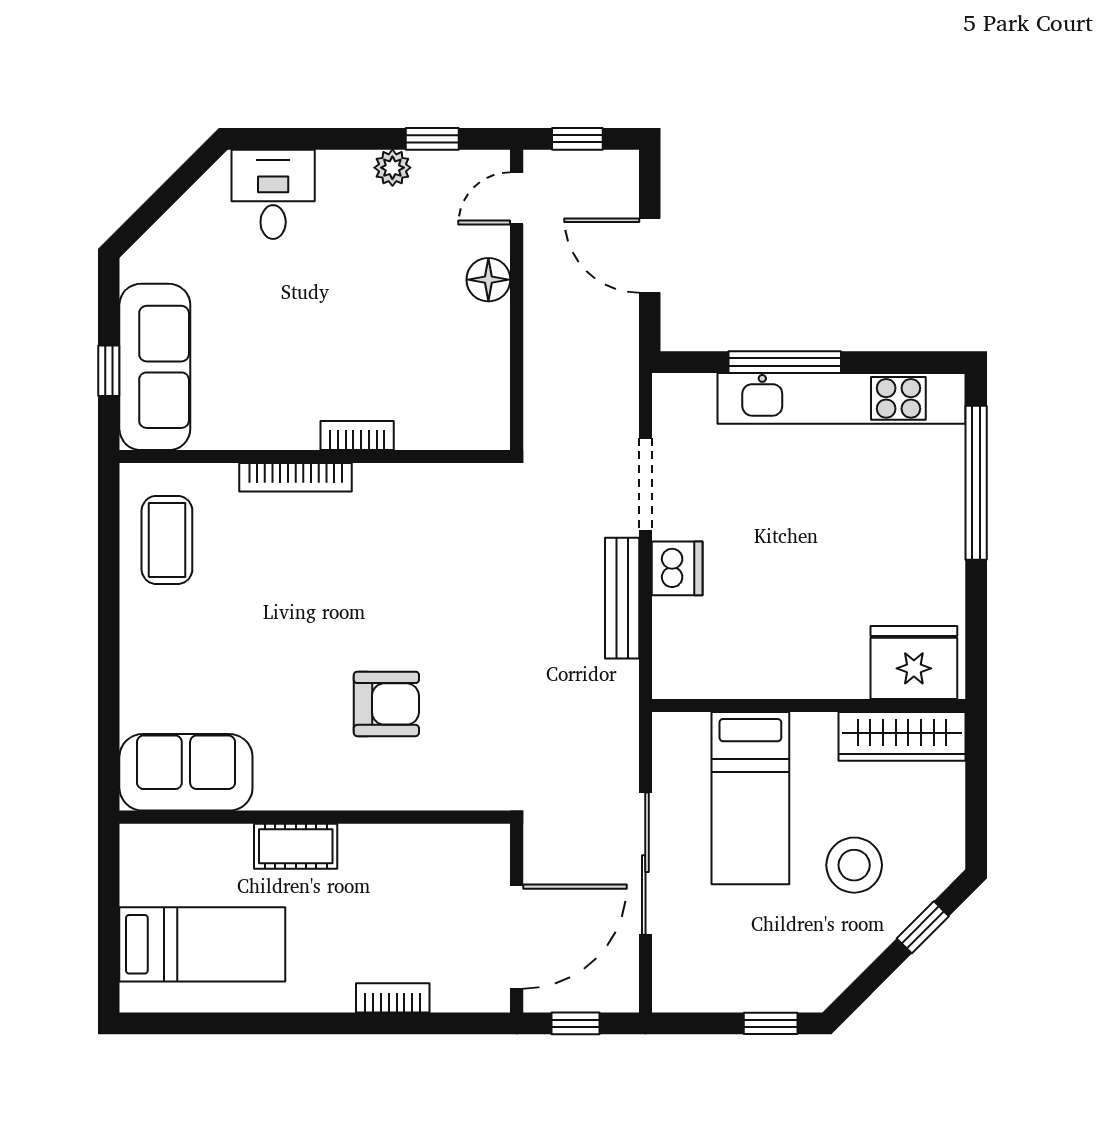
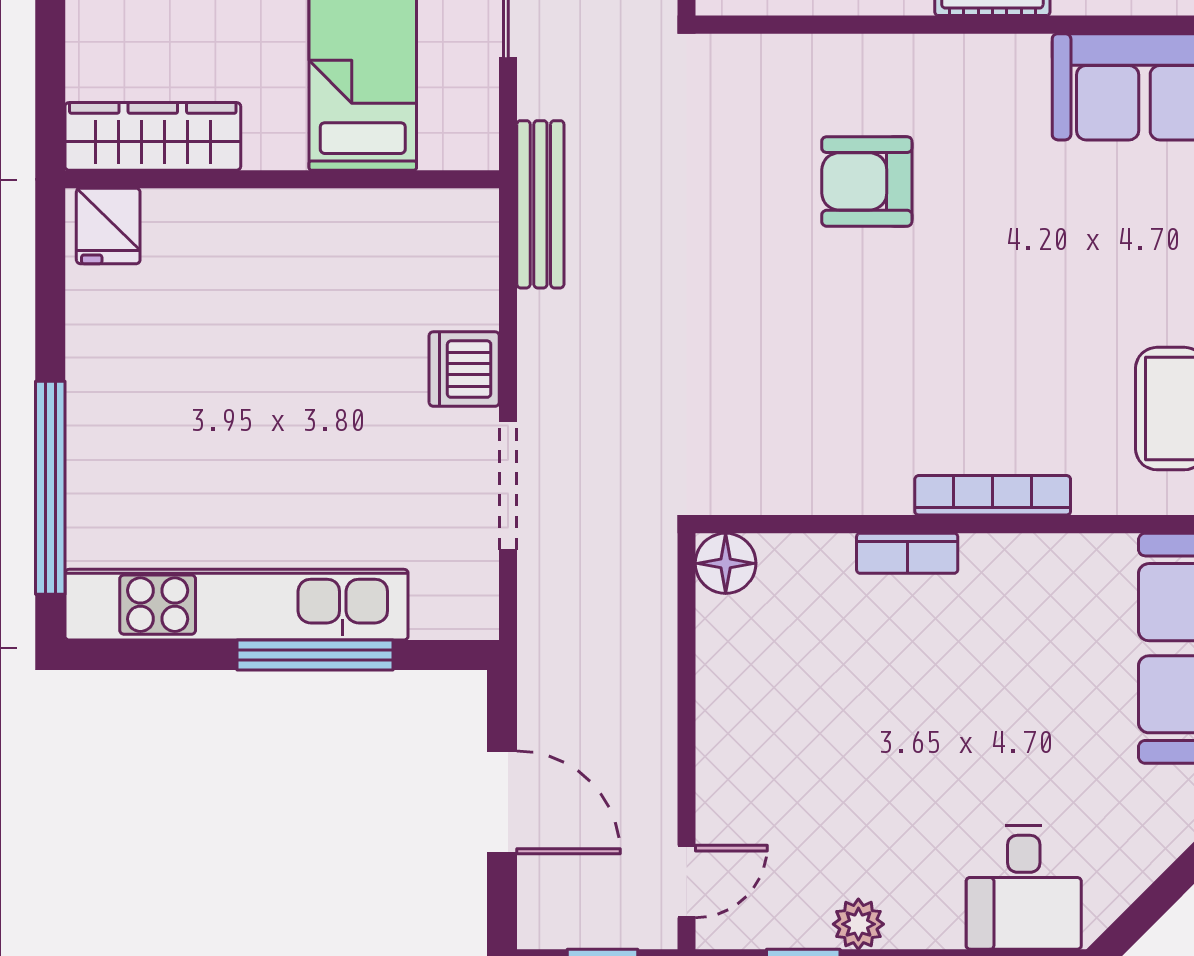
floor lamp: (488, 280) -> (726, 563), moved
bench: (622, 598) -> (540, 204), moved
fridge: (914, 663) -> (108, 226), width x0.53, depth x0.75

